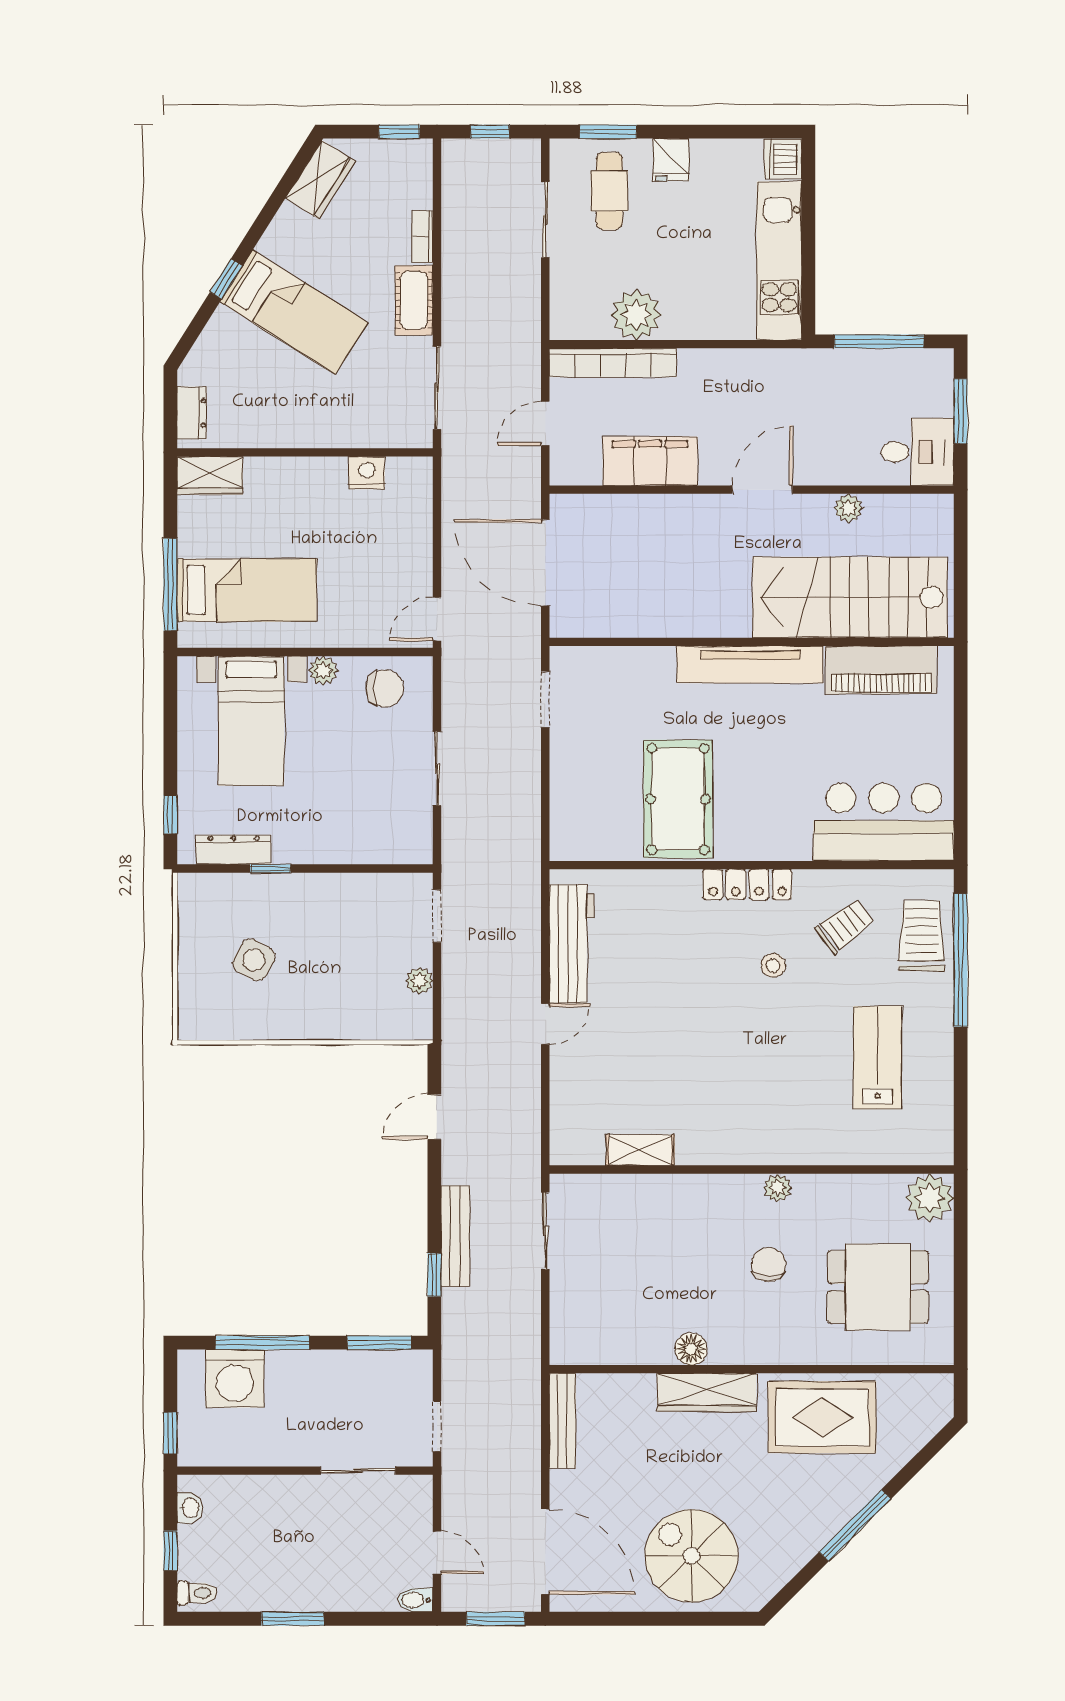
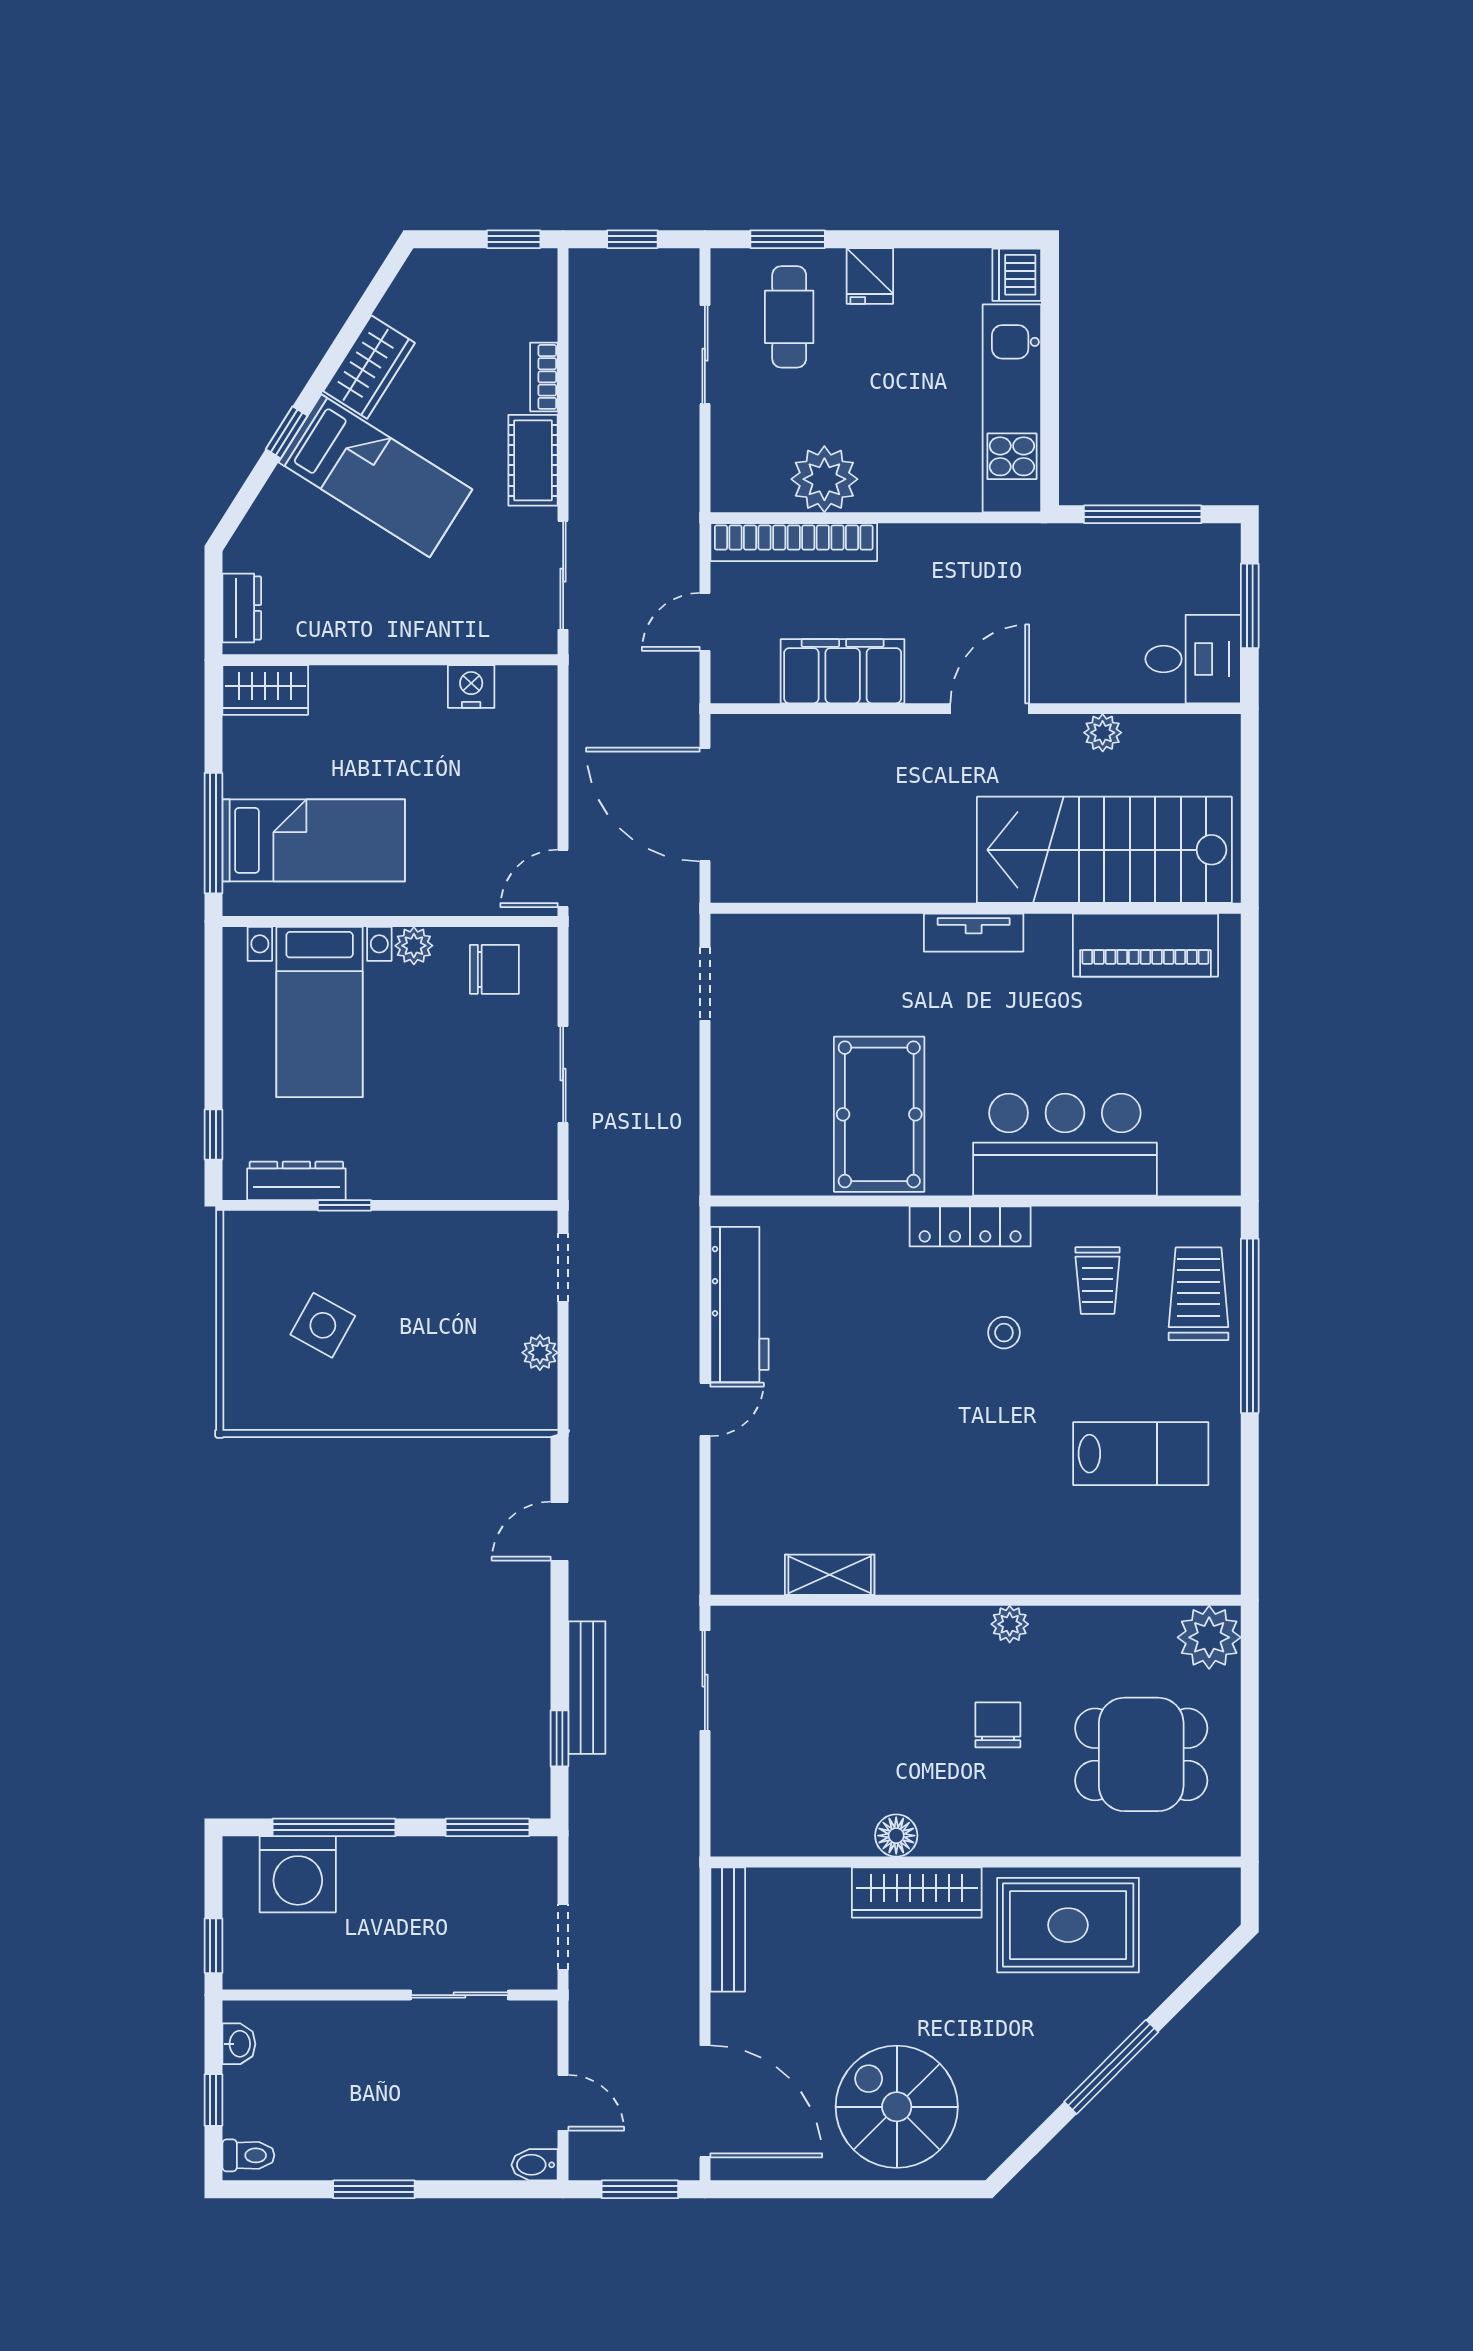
wardrobe: (320, 180) -> (369, 367), moved
tv unit: (750, 665) -> (974, 933), width x0.52, depth x0.78
bar counter: (884, 822) -> (1065, 1145), moved
trolley: (845, 926) -> (1098, 1281), turned 127
lab bench: (878, 1058) -> (1141, 1454), turned 90

